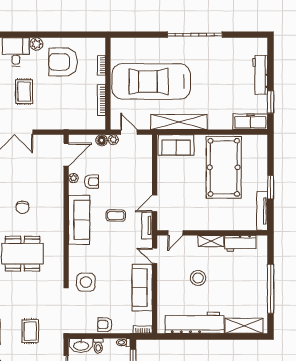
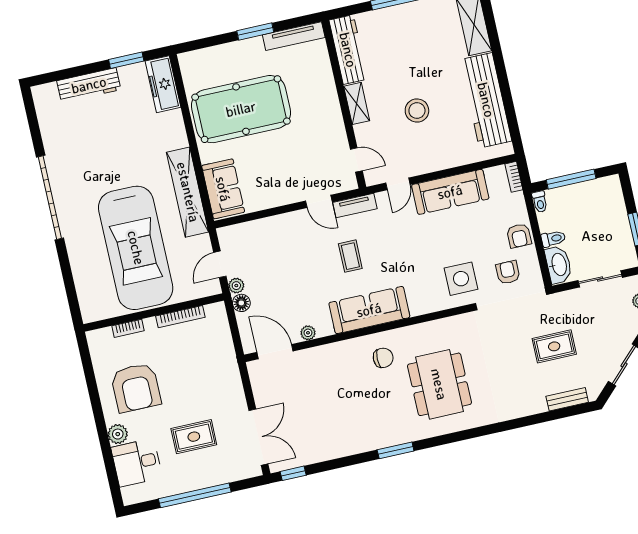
armchair: (92, 182) -> (508, 272), moved
chair: (22, 207) -> (383, 358), moved
workbench: (240, 243) -> (348, 50), width x1.38

